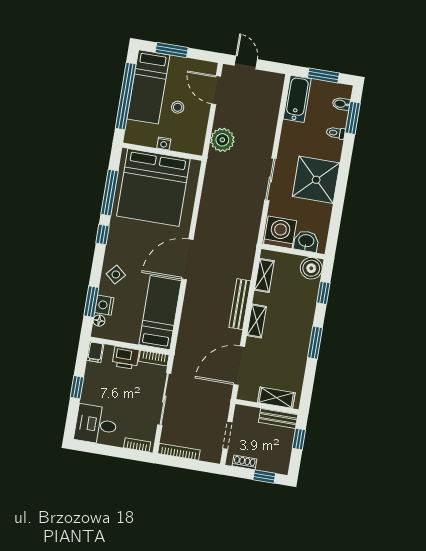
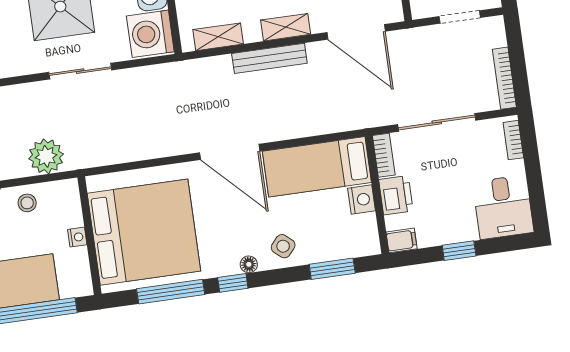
stool: (178, 107) -> (27, 203), moved
nightstand: (104, 305) -> (362, 199), moved, turned -90
floor lamp: (99, 321) -> (249, 264), moved

